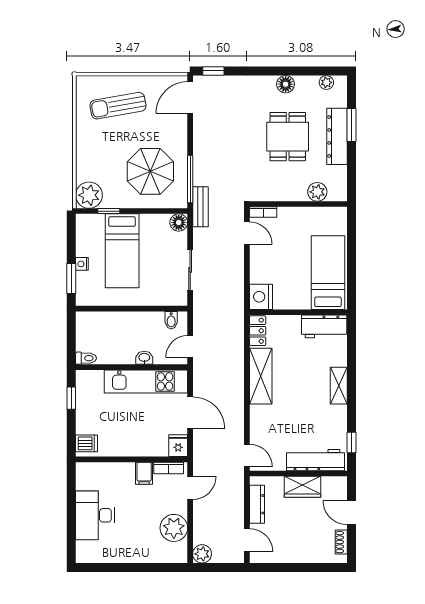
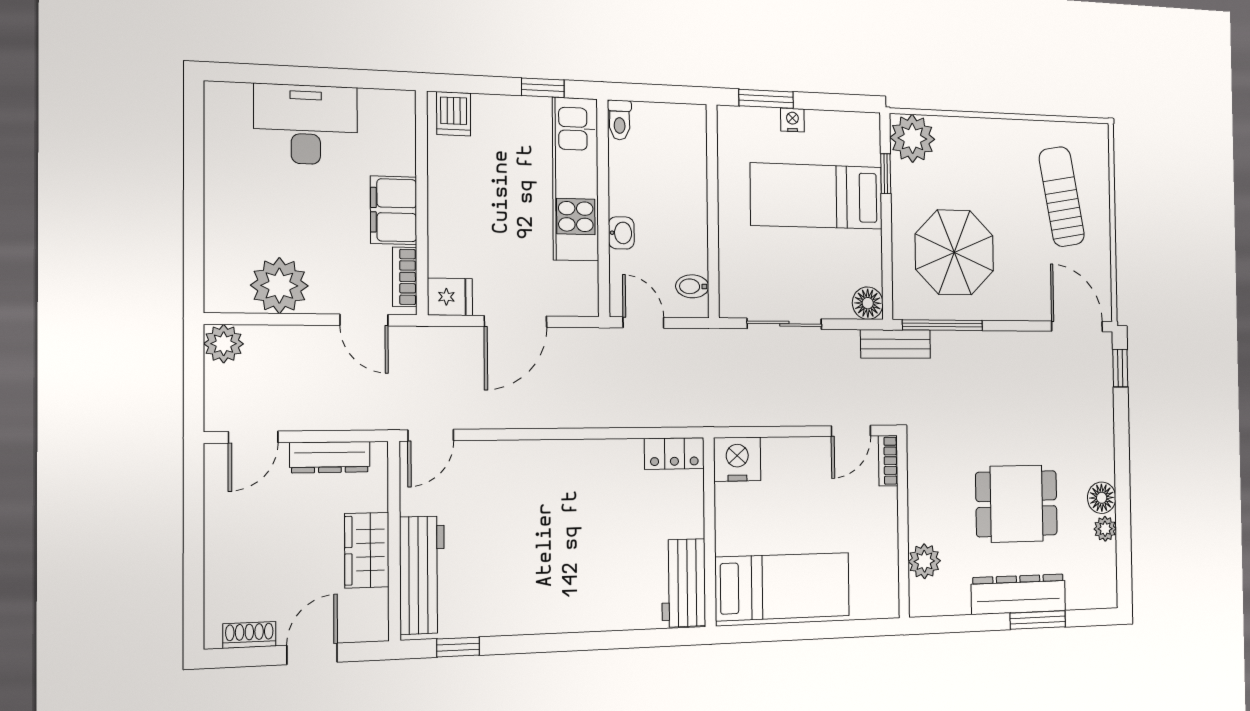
plant: (326, 82) -> (1105, 529), moved
shelving: (261, 376) -> (588, 461), removed
kitchen unit: (146, 382) -> (575, 179), moved
shelving: (339, 386) -> (571, 616), removed
filing cabinet: (144, 473) -> (394, 210), width x2.00

